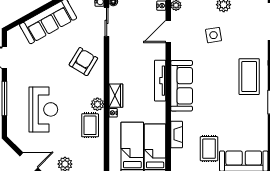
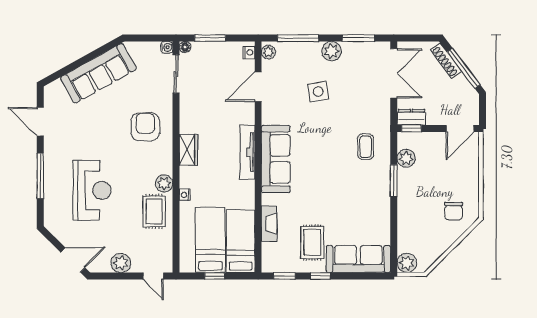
armchair: (83, 62) -> (145, 127), turned -31
coffee table: (249, 77) -> (366, 147), width x0.54, depth x0.58
wardrobe: (116, 96) -> (188, 150), moved

